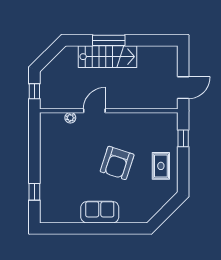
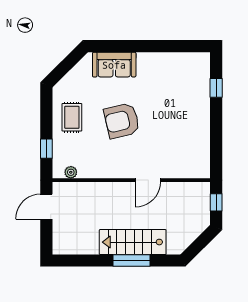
plant: (70, 118) -> (71, 172), moved
armchair: (117, 163) -> (122, 121), turned -121
sofa: (100, 212) -> (114, 65), moved

